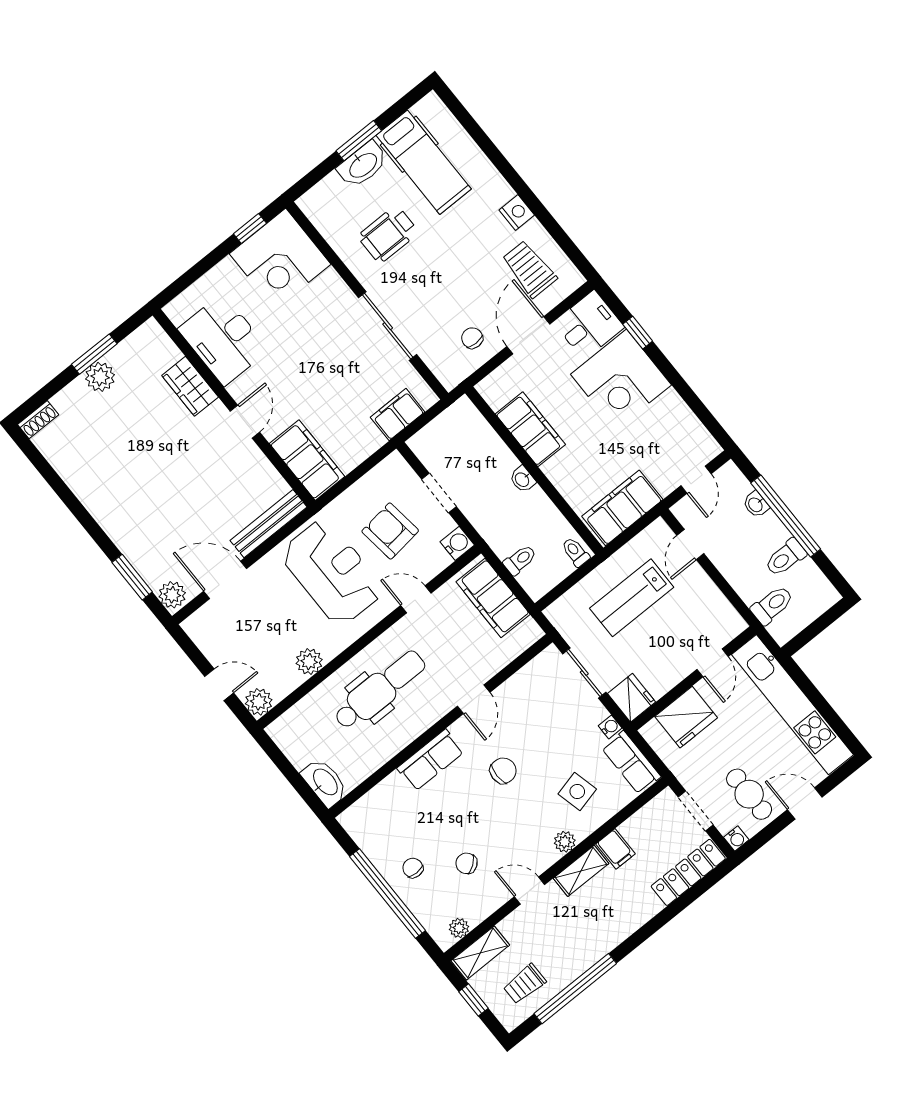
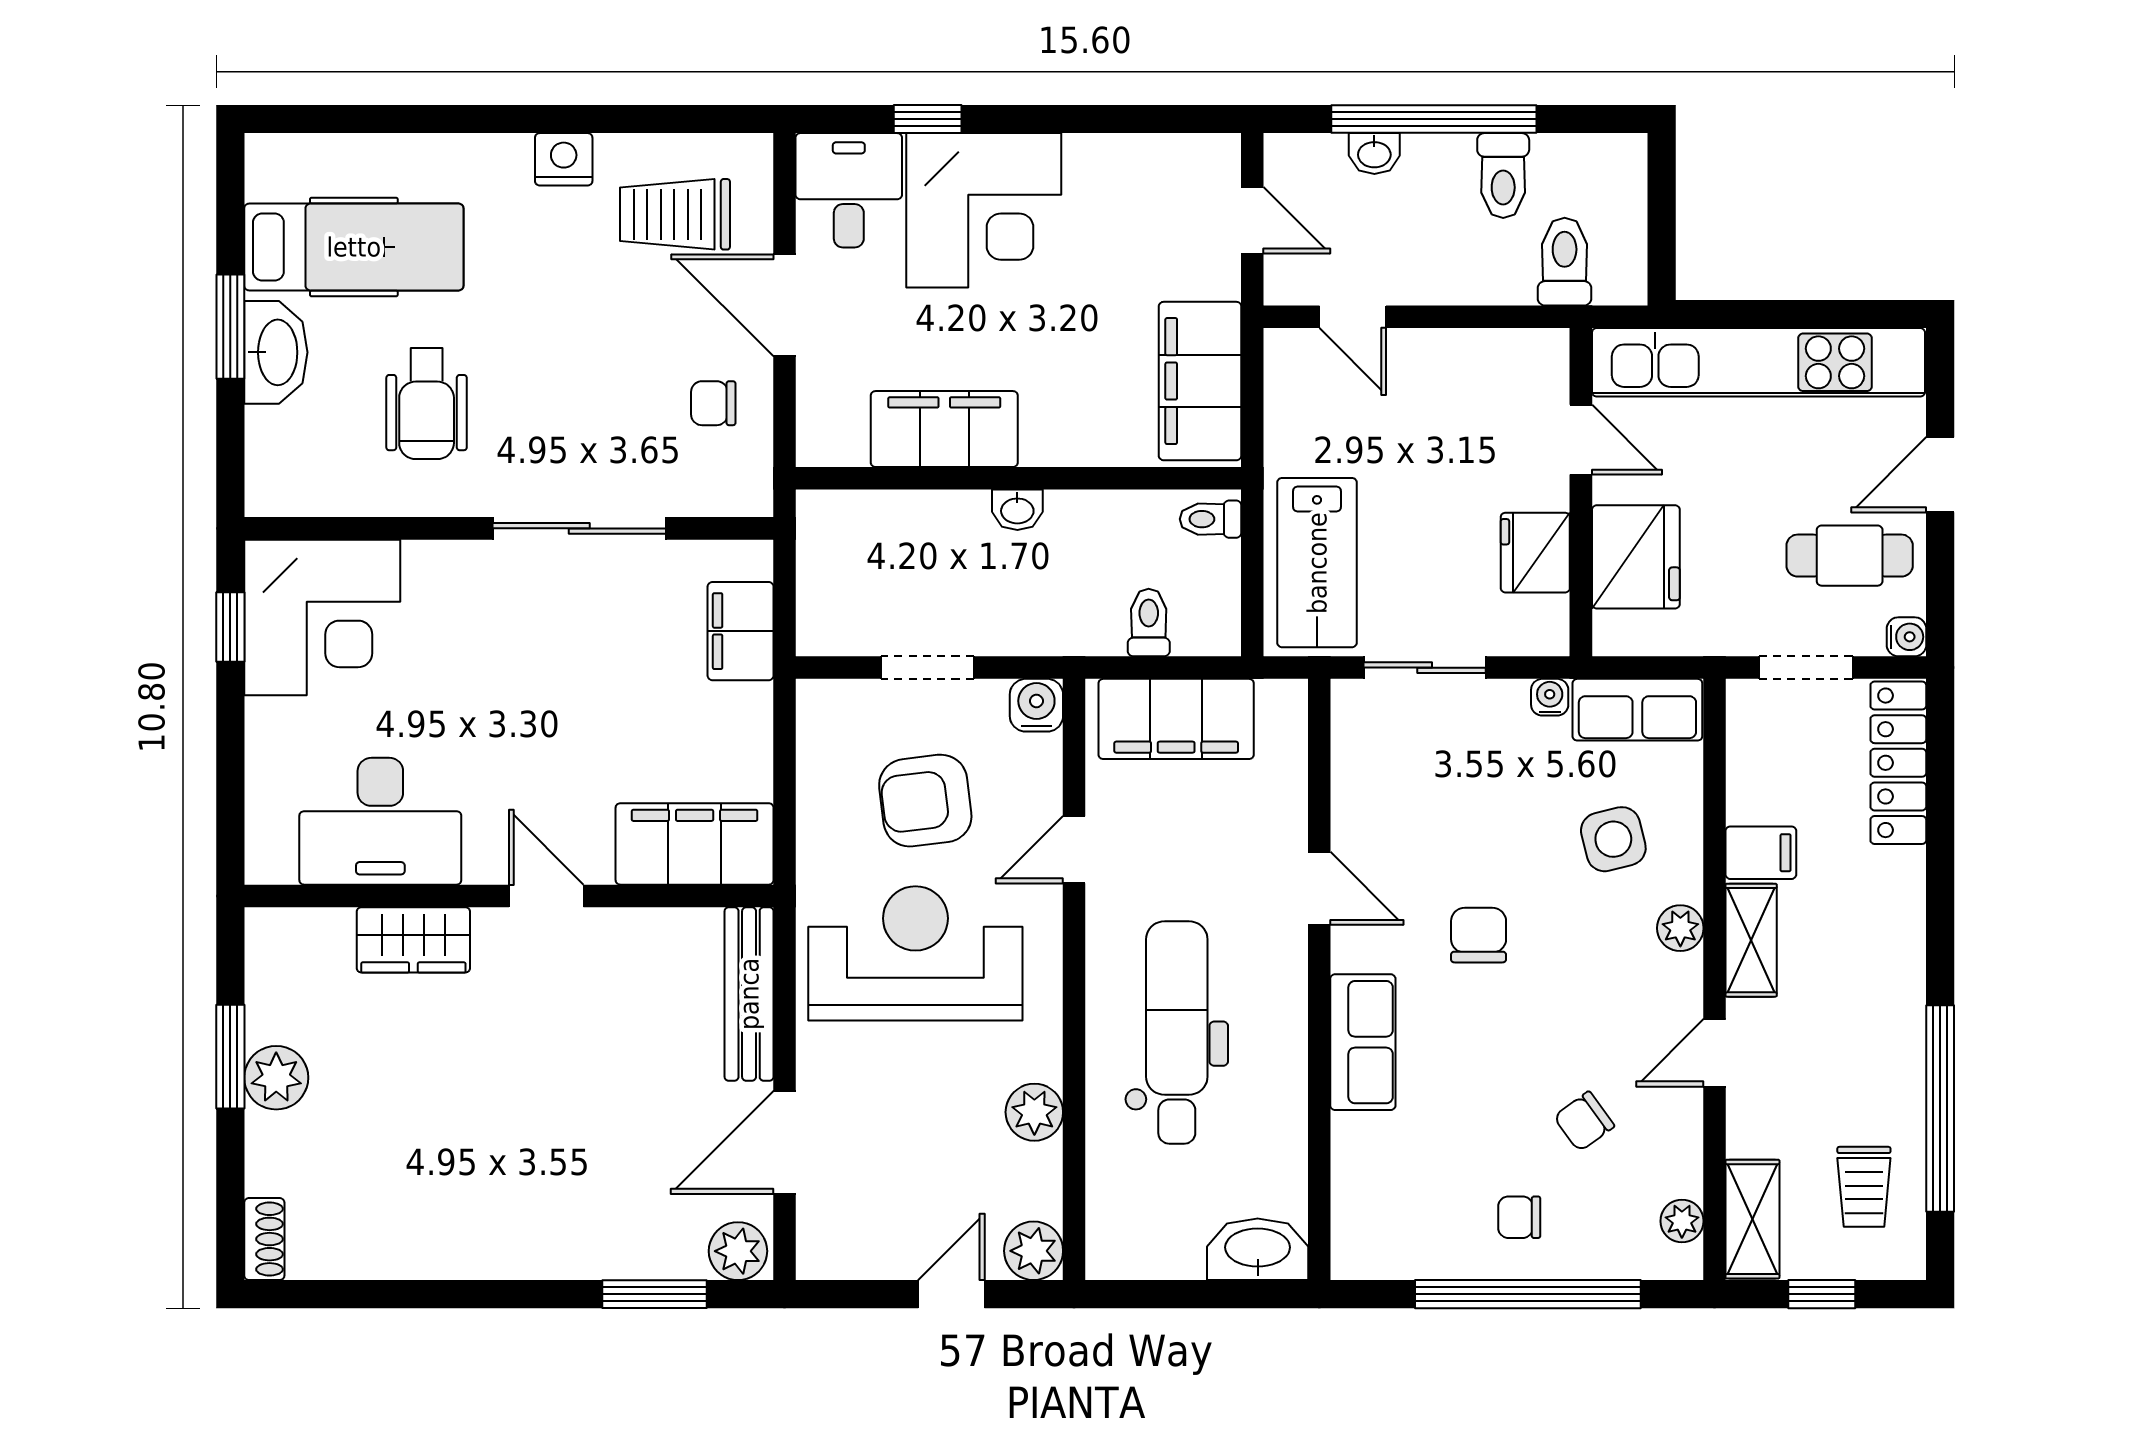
lab bench: (632, 598) -> (1317, 563), moved
fridge: (632, 698) -> (1535, 553), moved, turned -90

